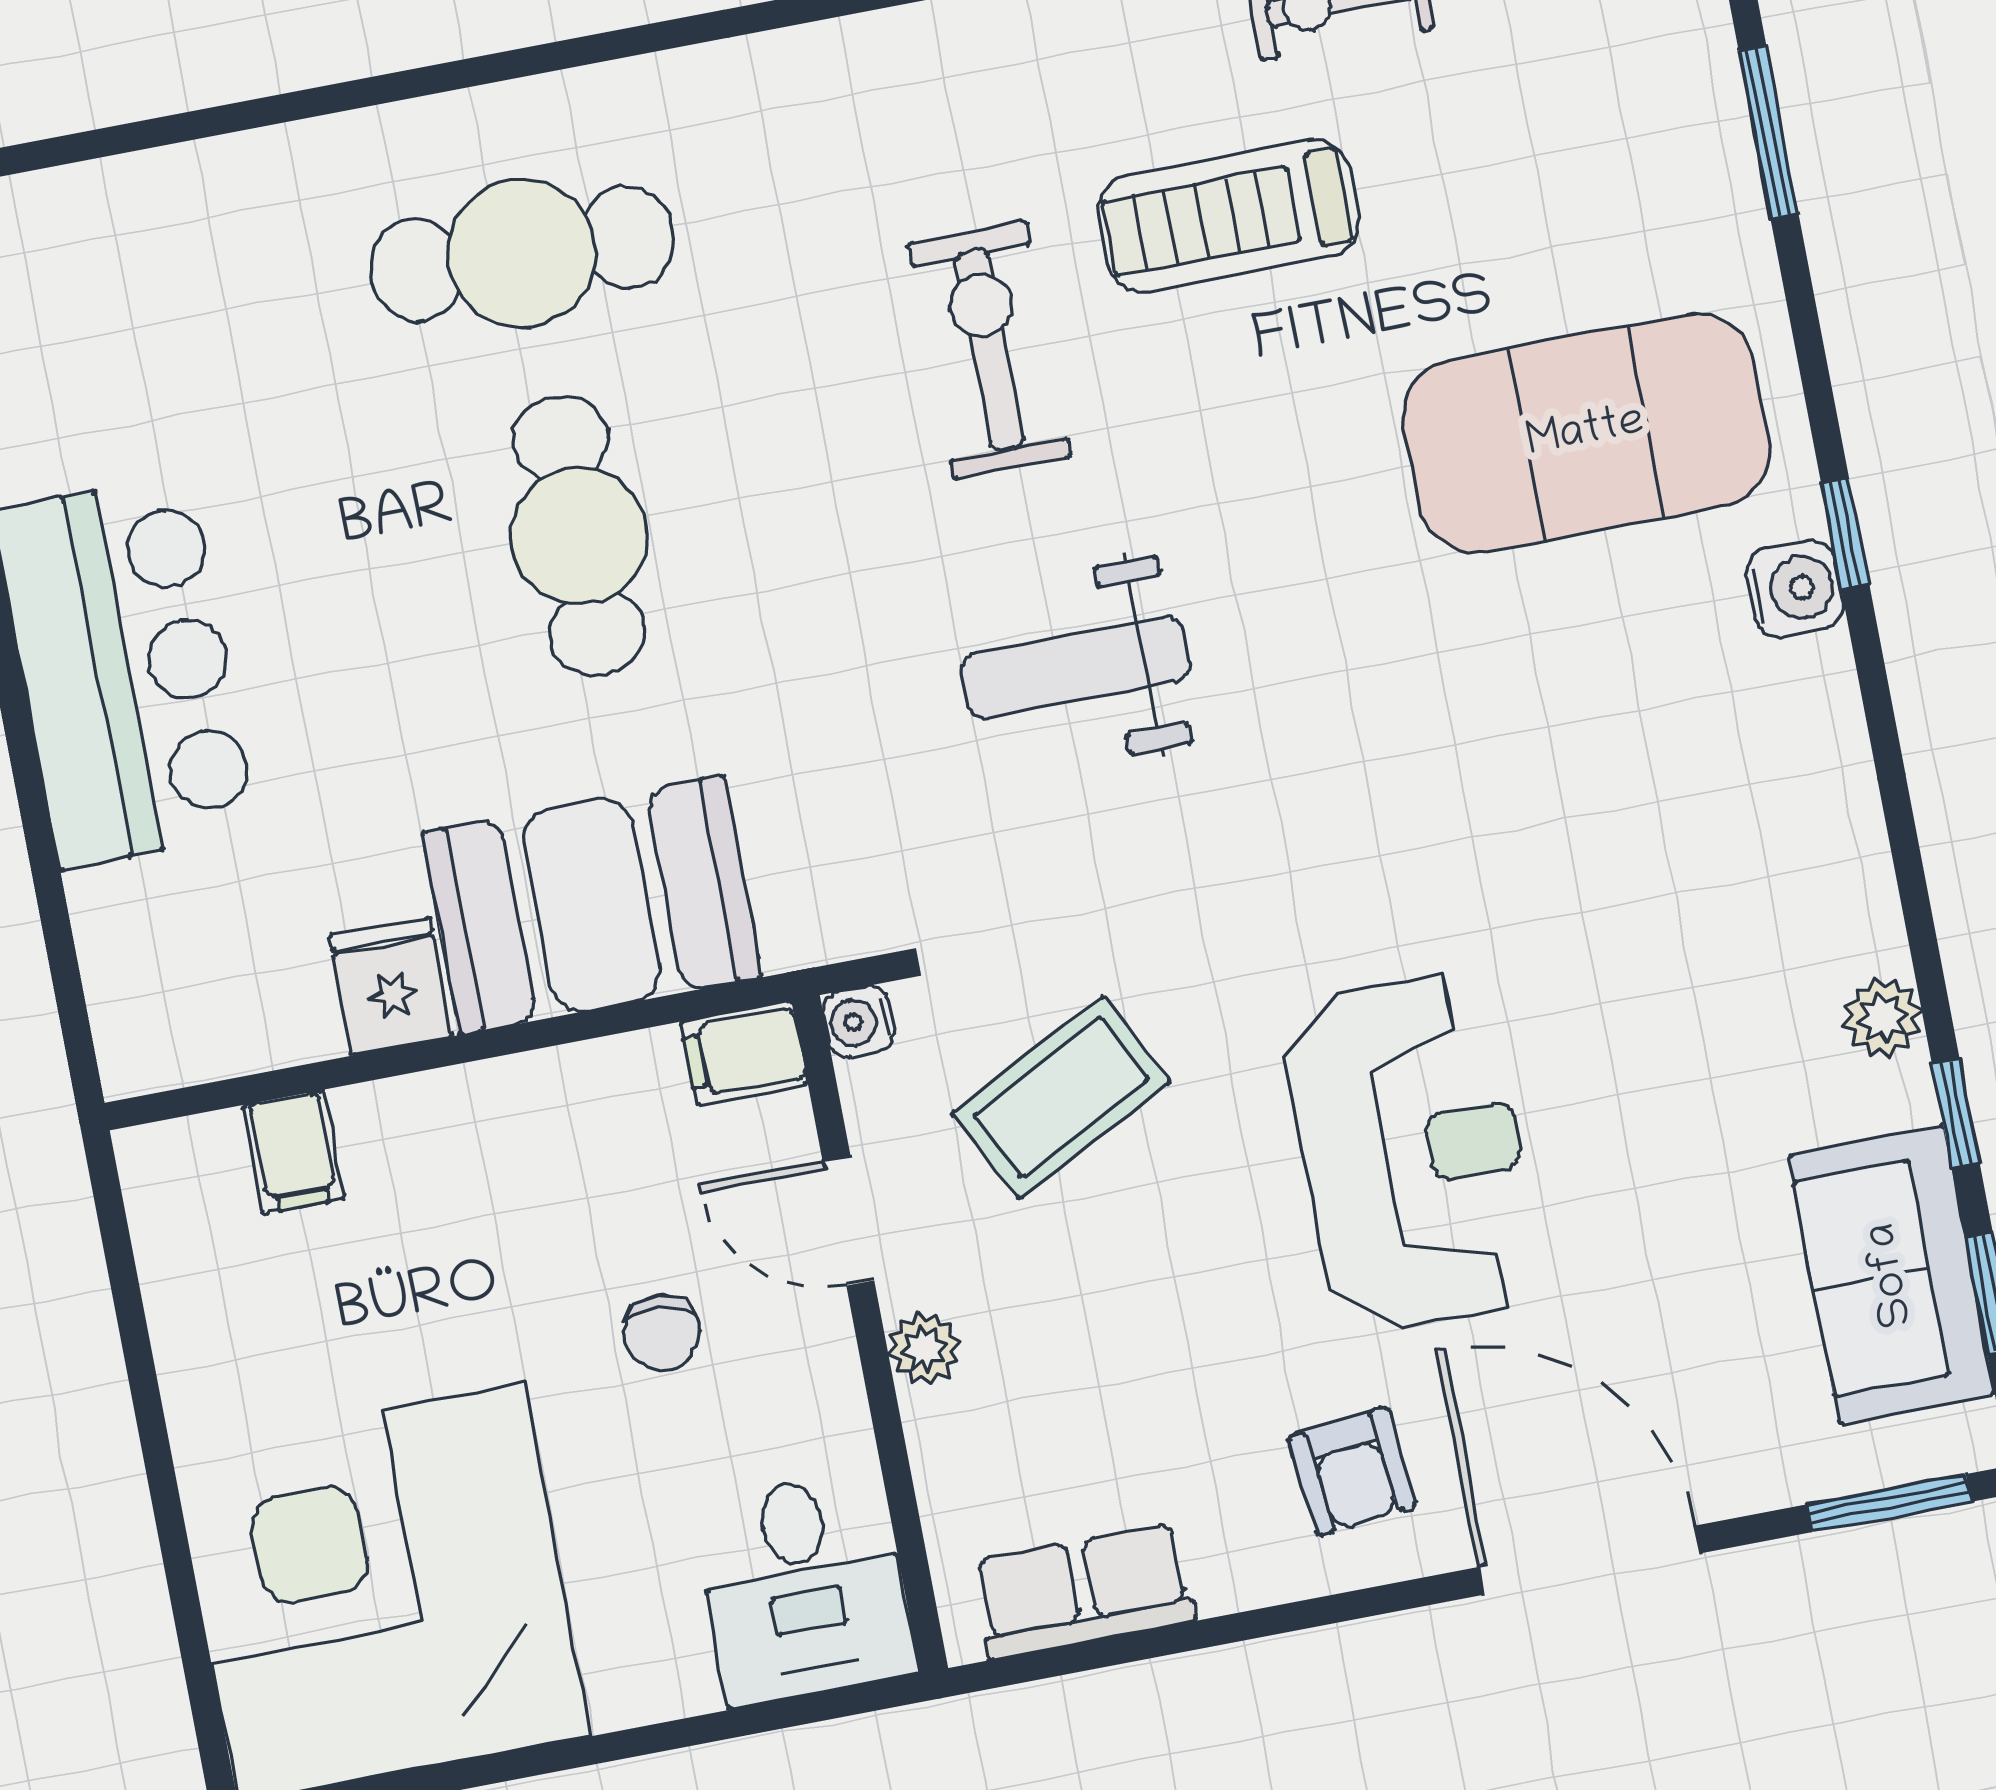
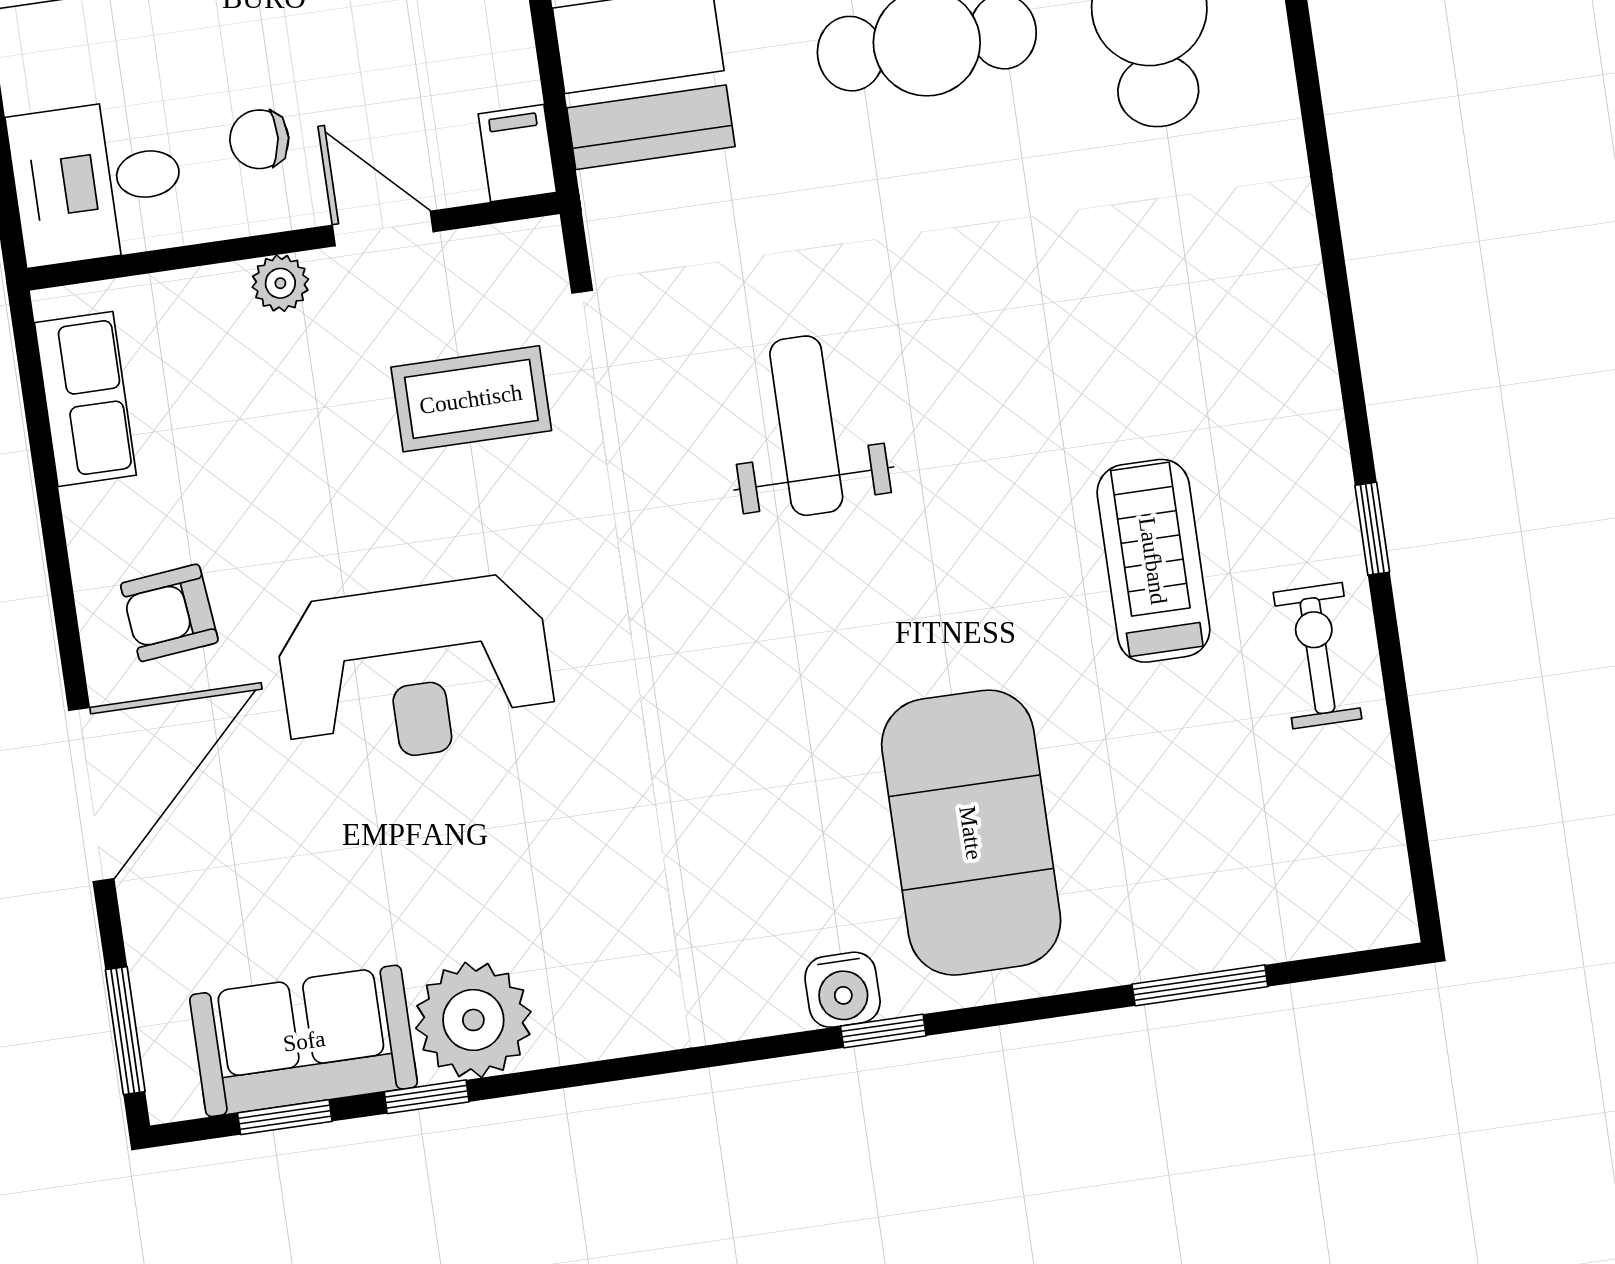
exercise bike: (990, 350) -> (1057, 370), removed
plant: (1883, 1018) -> (473, 1020), width x1.88, depth x1.88
water cooler: (859, 1021) -> (538, 244), removed
coffee table: (1061, 1097) -> (471, 399), turned -63
door: (848, 1221) -> (383, 229), hinge flipped
chair: (662, 1333) -> (259, 139), moved

